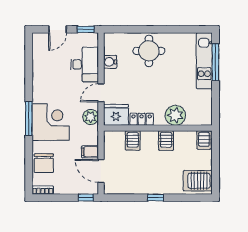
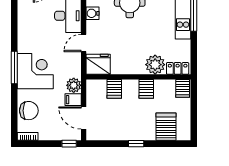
plant: (91, 117) -> (74, 85), moved
locker: (142, 119) -> (178, 68), moved
chair: (44, 163) -> (29, 111), turned -90
server rack: (198, 181) -> (166, 127), moved, turned 90

